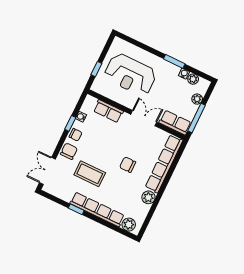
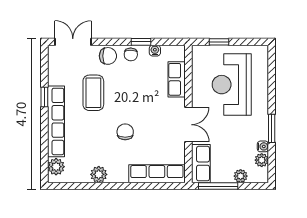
row of seats: (164, 164) -> (157, 174), width x0.73

